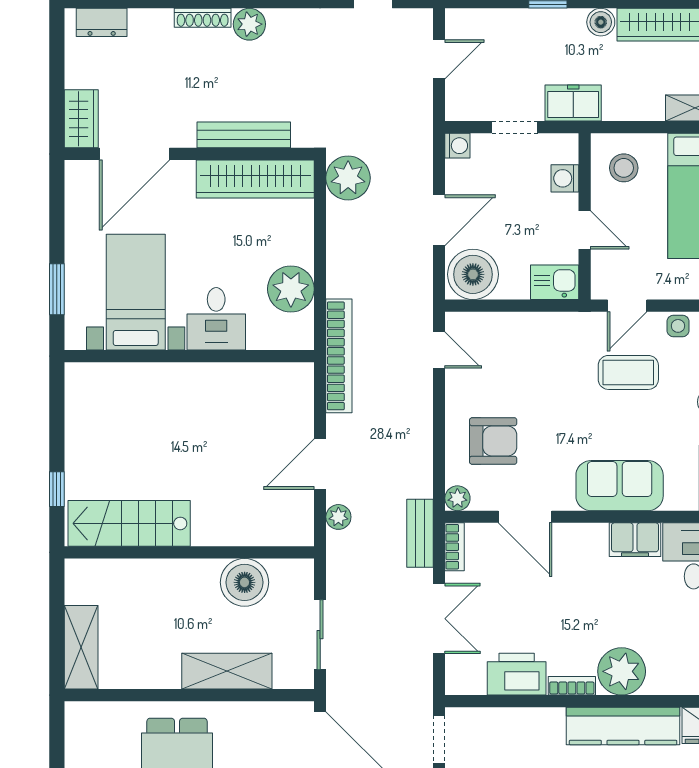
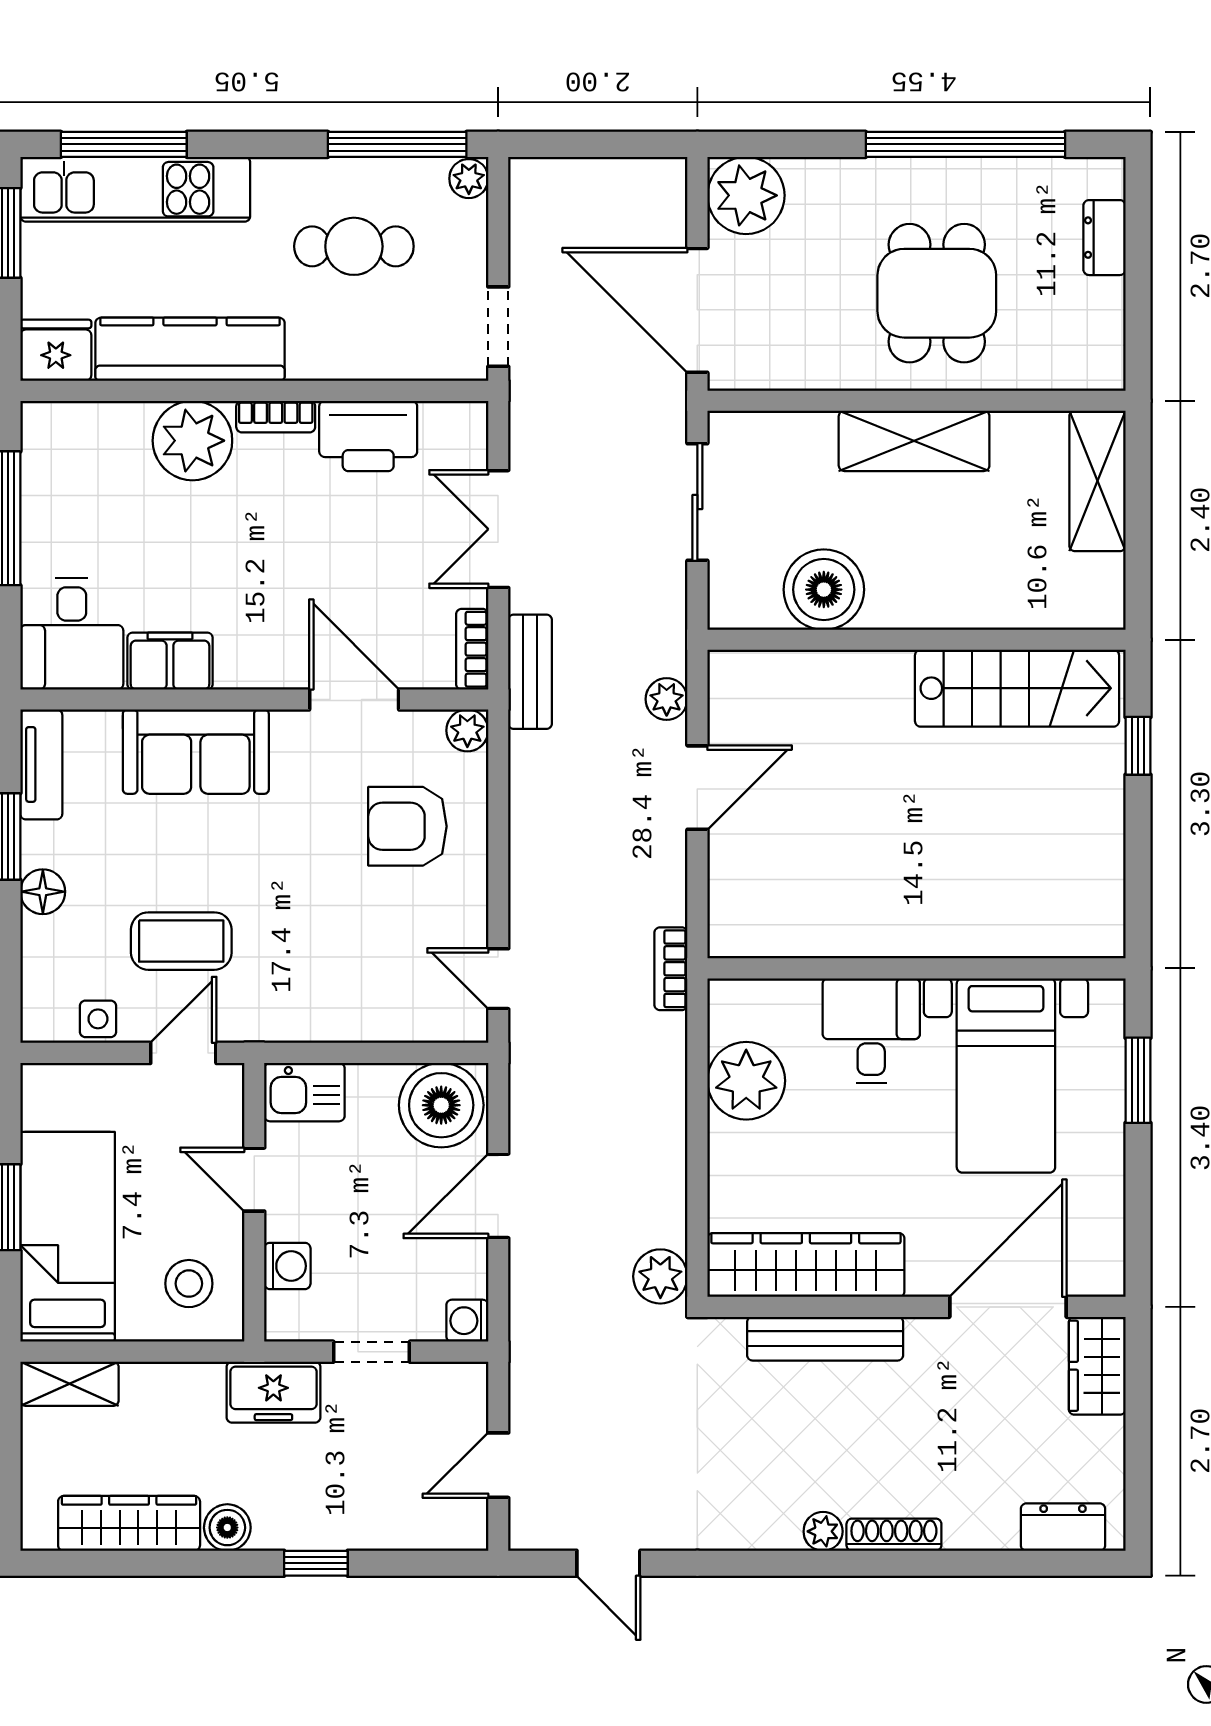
plant: (249, 24) -> (823, 1531), width x0.73, depth x0.73
plant: (348, 178) -> (660, 1276), width x0.73, depth x0.73
bookcase: (339, 356) -> (671, 969), width x0.43, depth x0.76
shelving: (227, 671) -> (914, 441), moved

